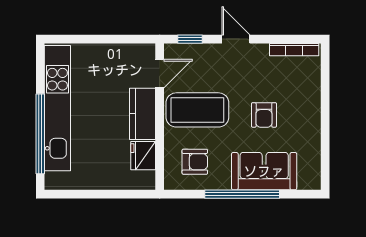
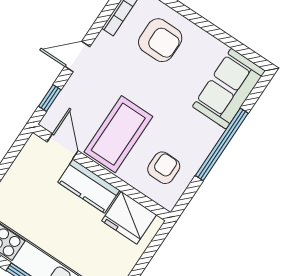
armchair: (264, 115) -> (160, 40), moved, width x1.38, depth x1.38
fridge: (143, 156) -> (129, 218), width x1.36, depth x1.34
sofa: (264, 171) -> (229, 89), moved

